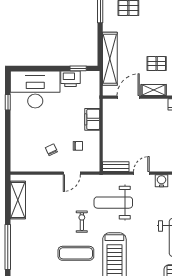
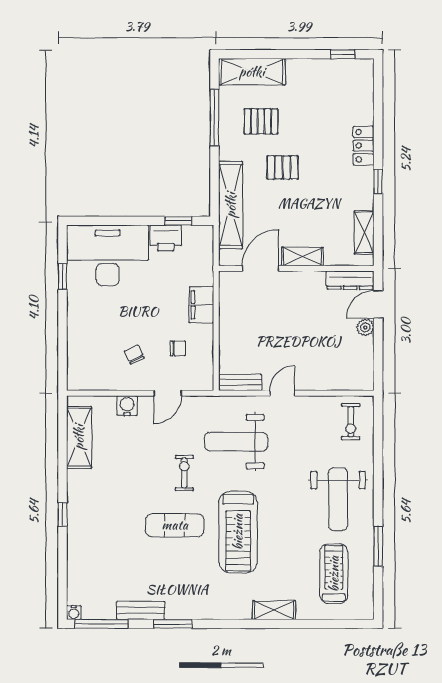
pallet: (157, 64) -> (283, 167), moved
water cooler: (162, 181) -> (127, 406), moved
window: (8, 247) -> (62, 515), width x0.32

